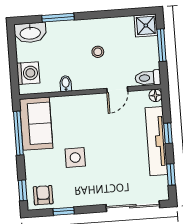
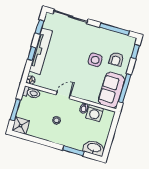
washing machine: (28, 73) -> (95, 113), moved, turned -90
door: (117, 90) -> (63, 95), moved
armchair: (43, 195) -> (116, 59), moved
window: (64, 211) -> (115, 29), width x2.17

